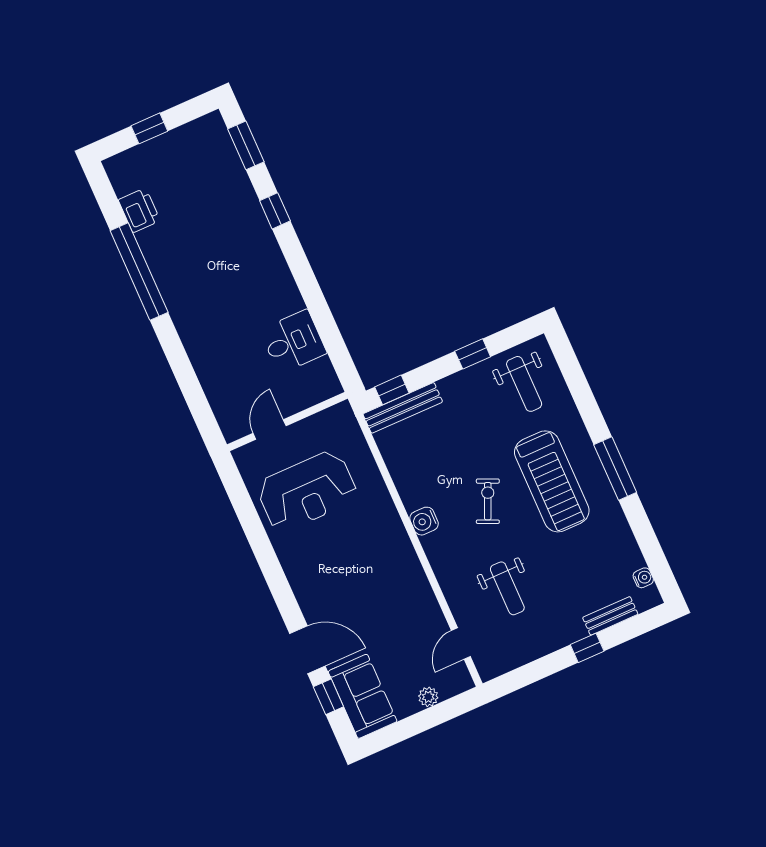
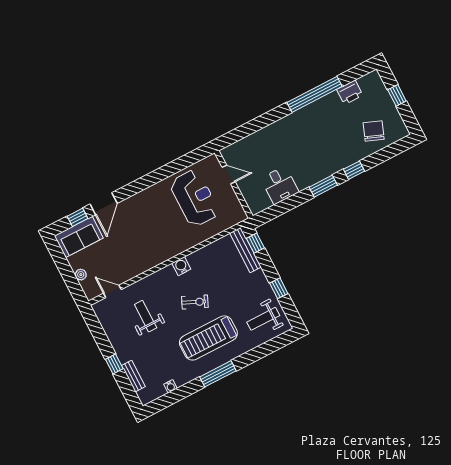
window: (246, 145) -> (323, 186), moved
chair: (209, 173) -> (374, 131), added
reception desk: (307, 491) -> (194, 198), turned 180
water cooler: (643, 578) -> (170, 386), moved
weight bench: (507, 588) -> (146, 316), turned 90

